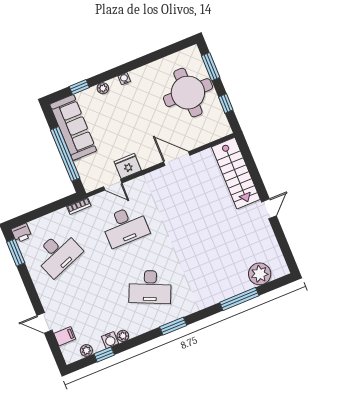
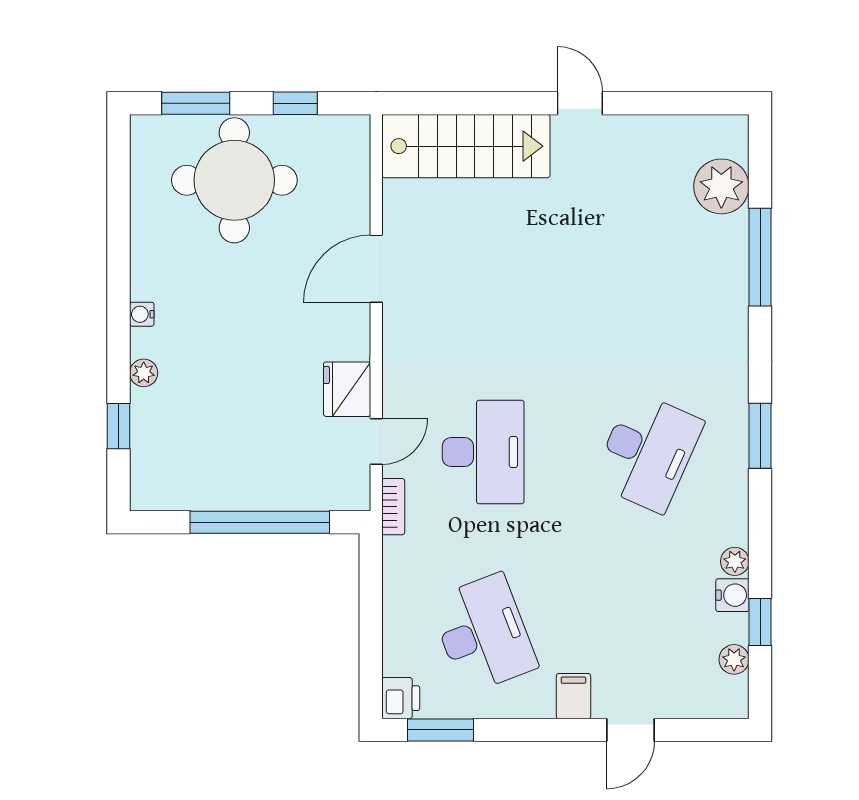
sofa: (73, 128) -> (206, 479), removed
bookcase: (79, 206) -> (393, 507), moved
filing cabinet: (65, 336) -> (573, 696), moved

